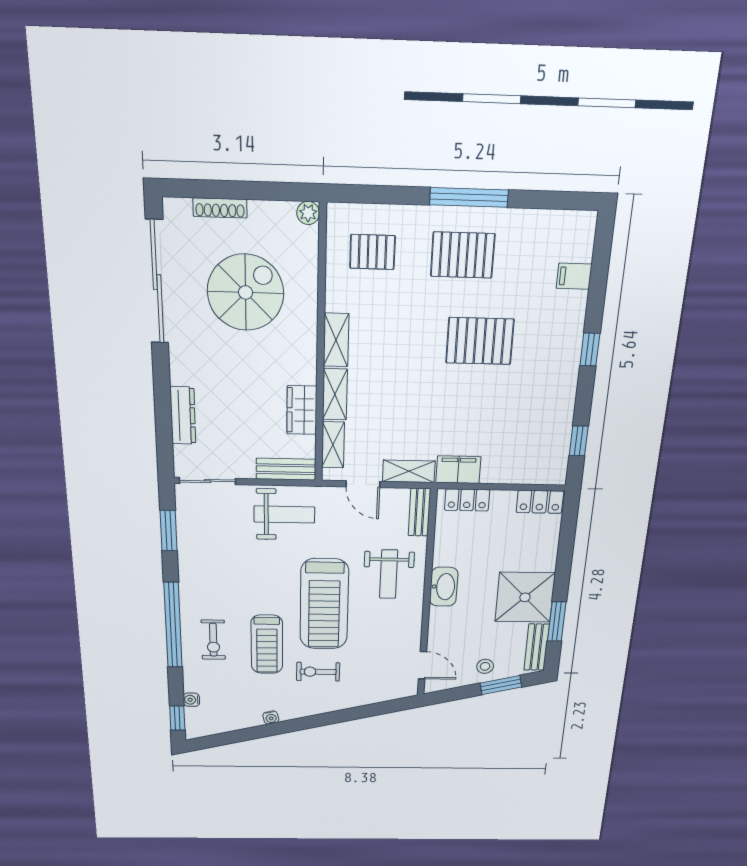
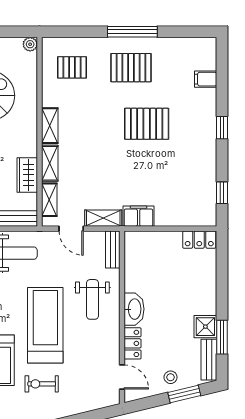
locker: (467, 500) -> (133, 343), moved, turned -90
shower: (525, 597) -> (205, 327), width x0.54, depth x0.54
treadmill: (324, 604) -> (45, 325), turned 180

